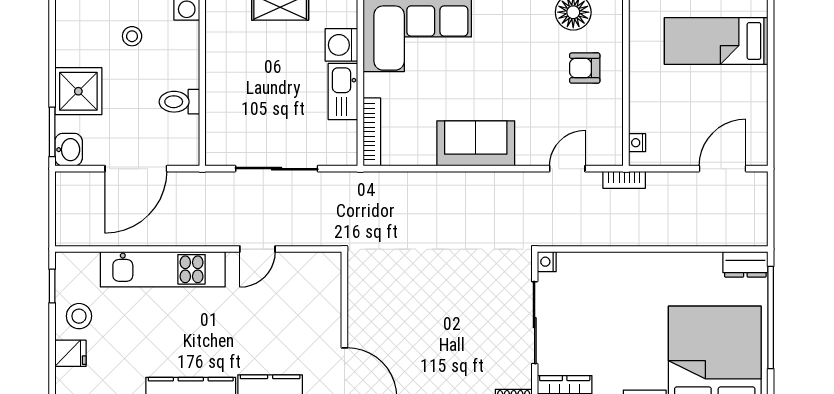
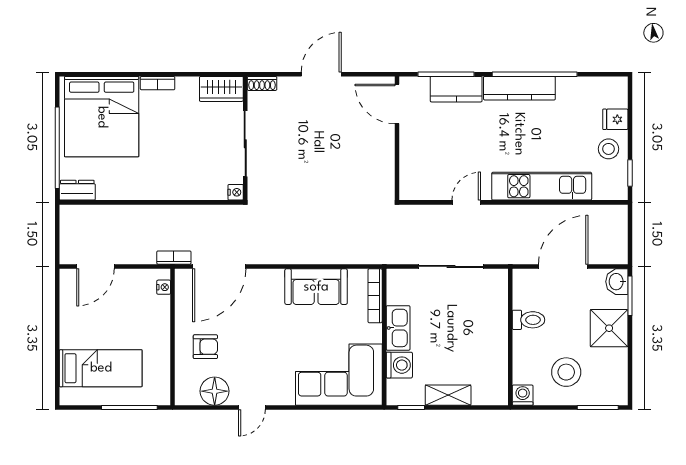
stool: (132, 36) -> (566, 372), width x1.89, depth x1.89
sofa: (476, 143) -> (316, 287), moved
door: (567, 169) -> (219, 266), width x1.87

